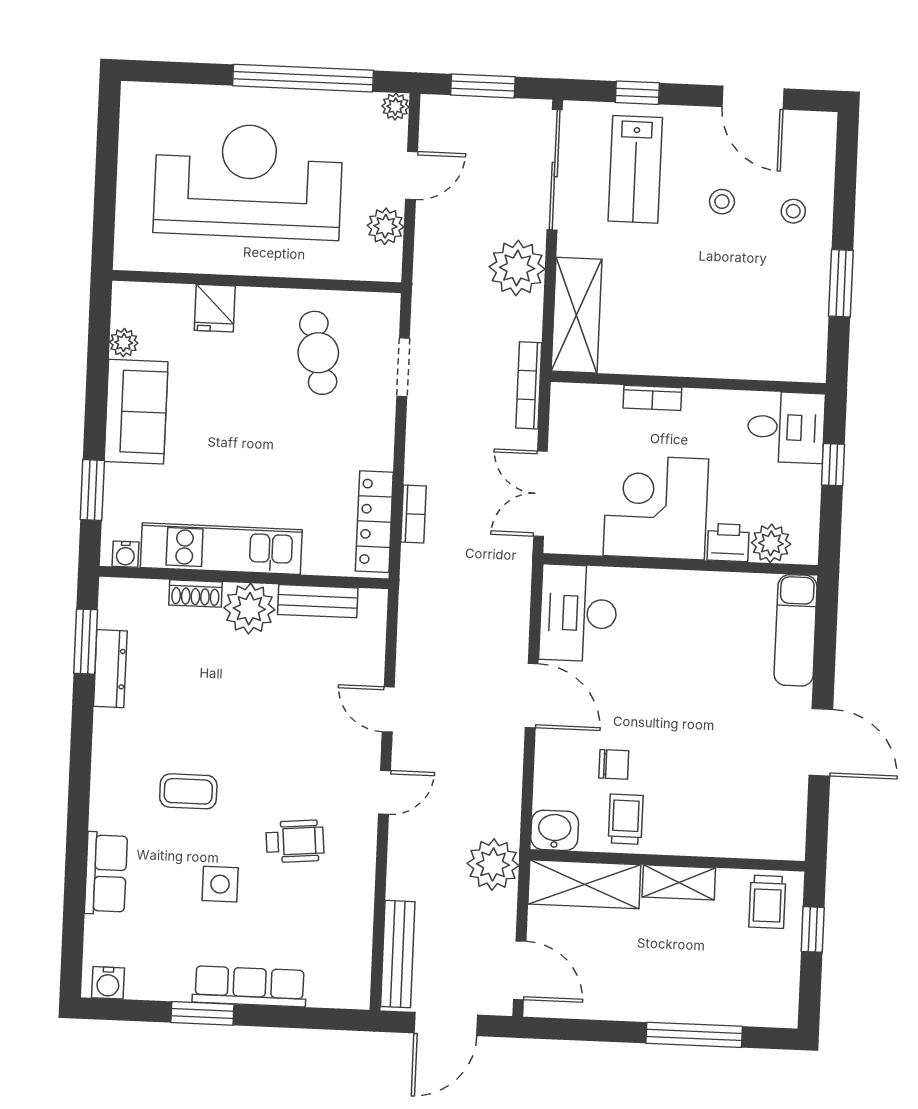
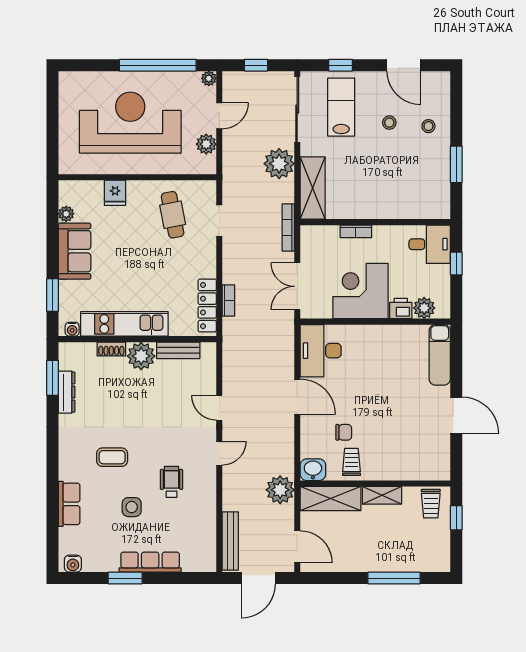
window: (483, 86) -> (256, 65), width x0.67
lab bench: (635, 169) -> (341, 107), turned 180
wheelchair: (295, 841) -> (172, 482), turned -85

